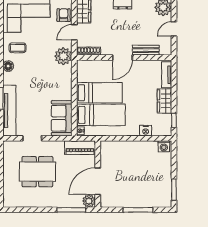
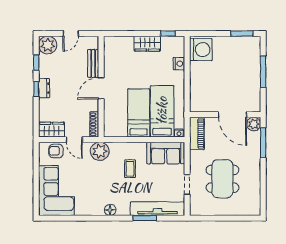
door: (174, 29) -> (71, 34), hinge flipped
coffee table: (18, 48) -> (130, 169), moved
door: (122, 57) -> (101, 88), swing flipped
tv unit: (167, 75) -> (119, 41), removed
washing machine: (164, 146) -> (201, 50), width x1.89, depth x1.89

